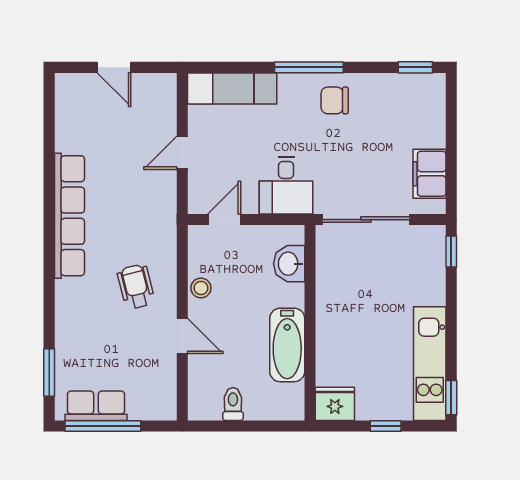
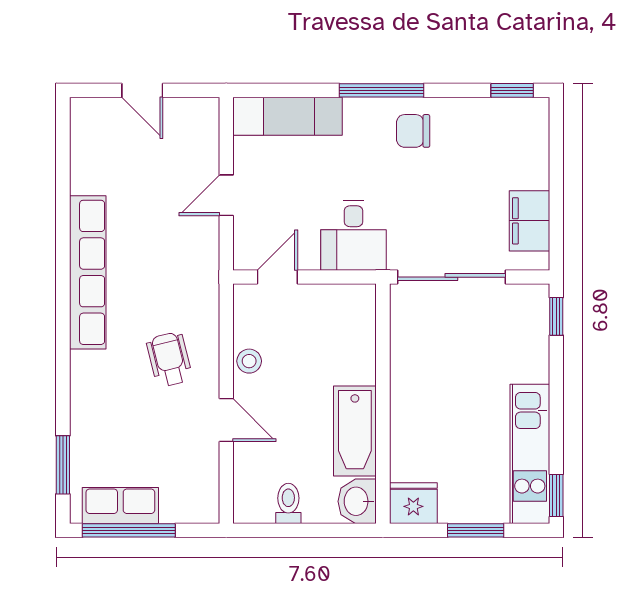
washbasin: (289, 264) -> (357, 501), moved
window: (386, 426) -> (476, 530), width x1.50

